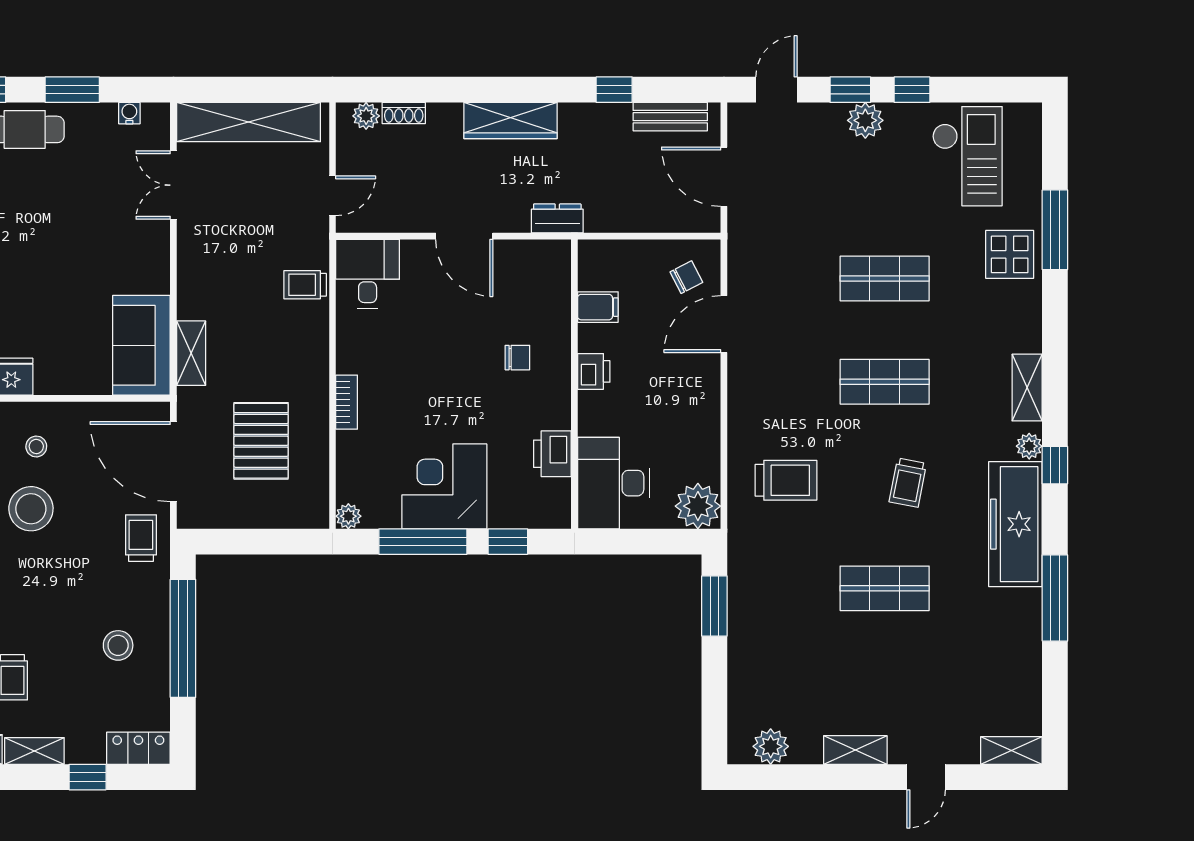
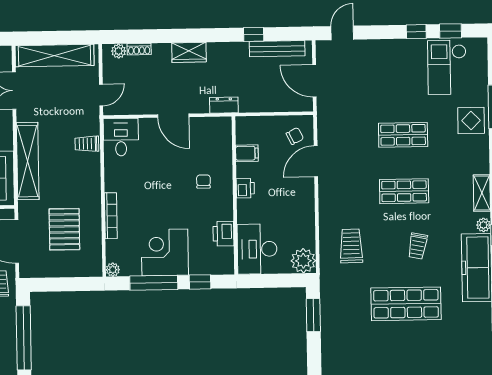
window: (850, 90) -> (450, 31), moved
bench: (670, 117) -> (277, 49), width x1.36
plant: (865, 120) -> (391, 49), removed
wardrobe: (511, 121) -> (189, 52), width x0.67
checkout: (967, 156) -> (447, 67), turned 180
shelving: (191, 353) -> (28, 161), width x2.20, depth x1.33
chair: (517, 358) -> (203, 181), turned -90
bookcase: (347, 402) -> (111, 216), width x1.56
trolley: (786, 480) -> (351, 246), turned -91
shop shelf: (885, 588) -> (406, 304), width x1.43, depth x1.36

